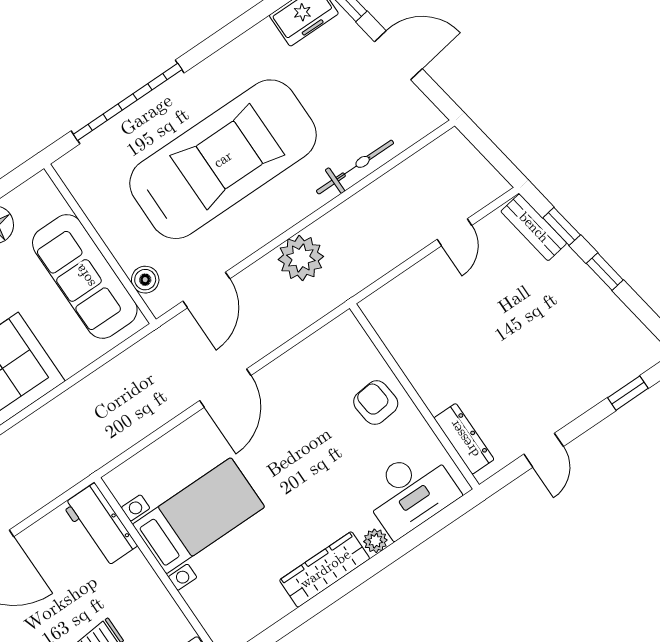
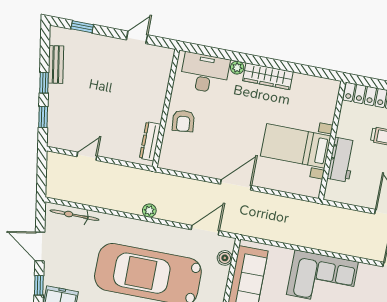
bicycle: (355, 167) -> (75, 215), moved
bench: (534, 227) -> (56, 64), moved
plant: (301, 258) -> (149, 211), width x0.53, depth x0.53
dresser: (464, 439) -> (150, 141), moved
workbench: (100, 525) -> (342, 160), moved

